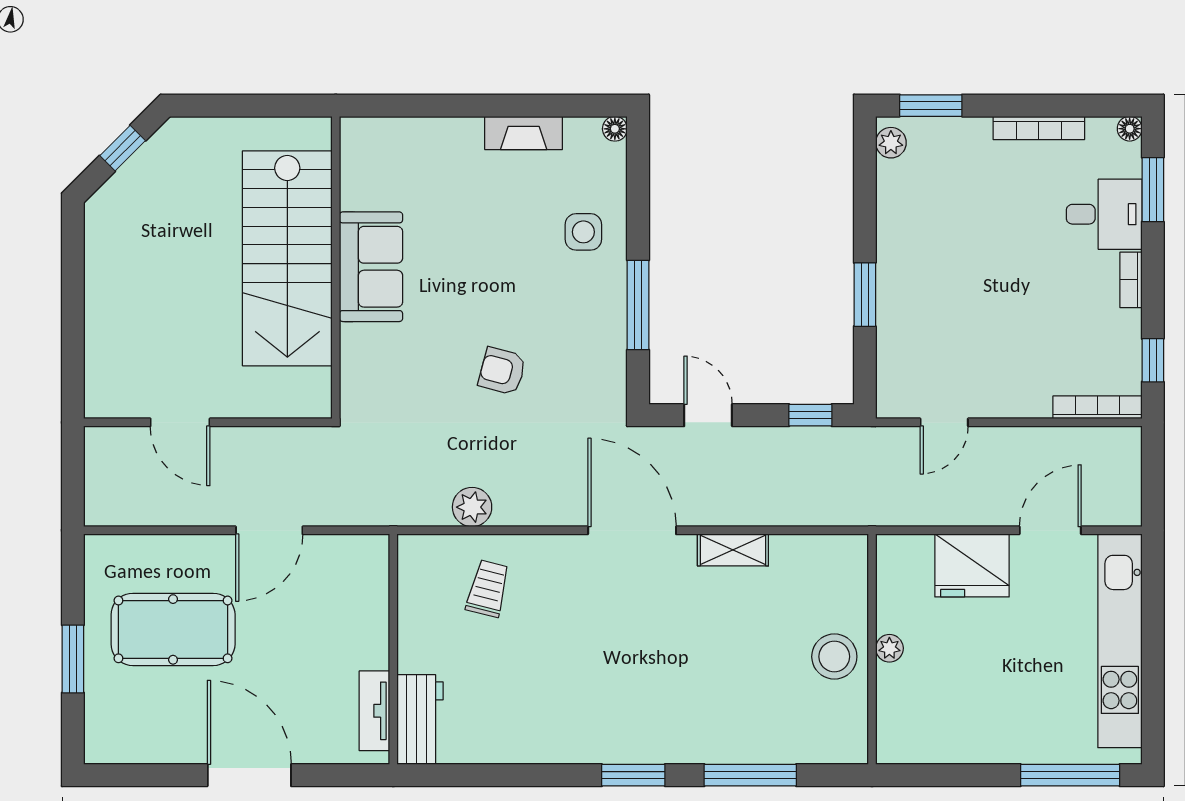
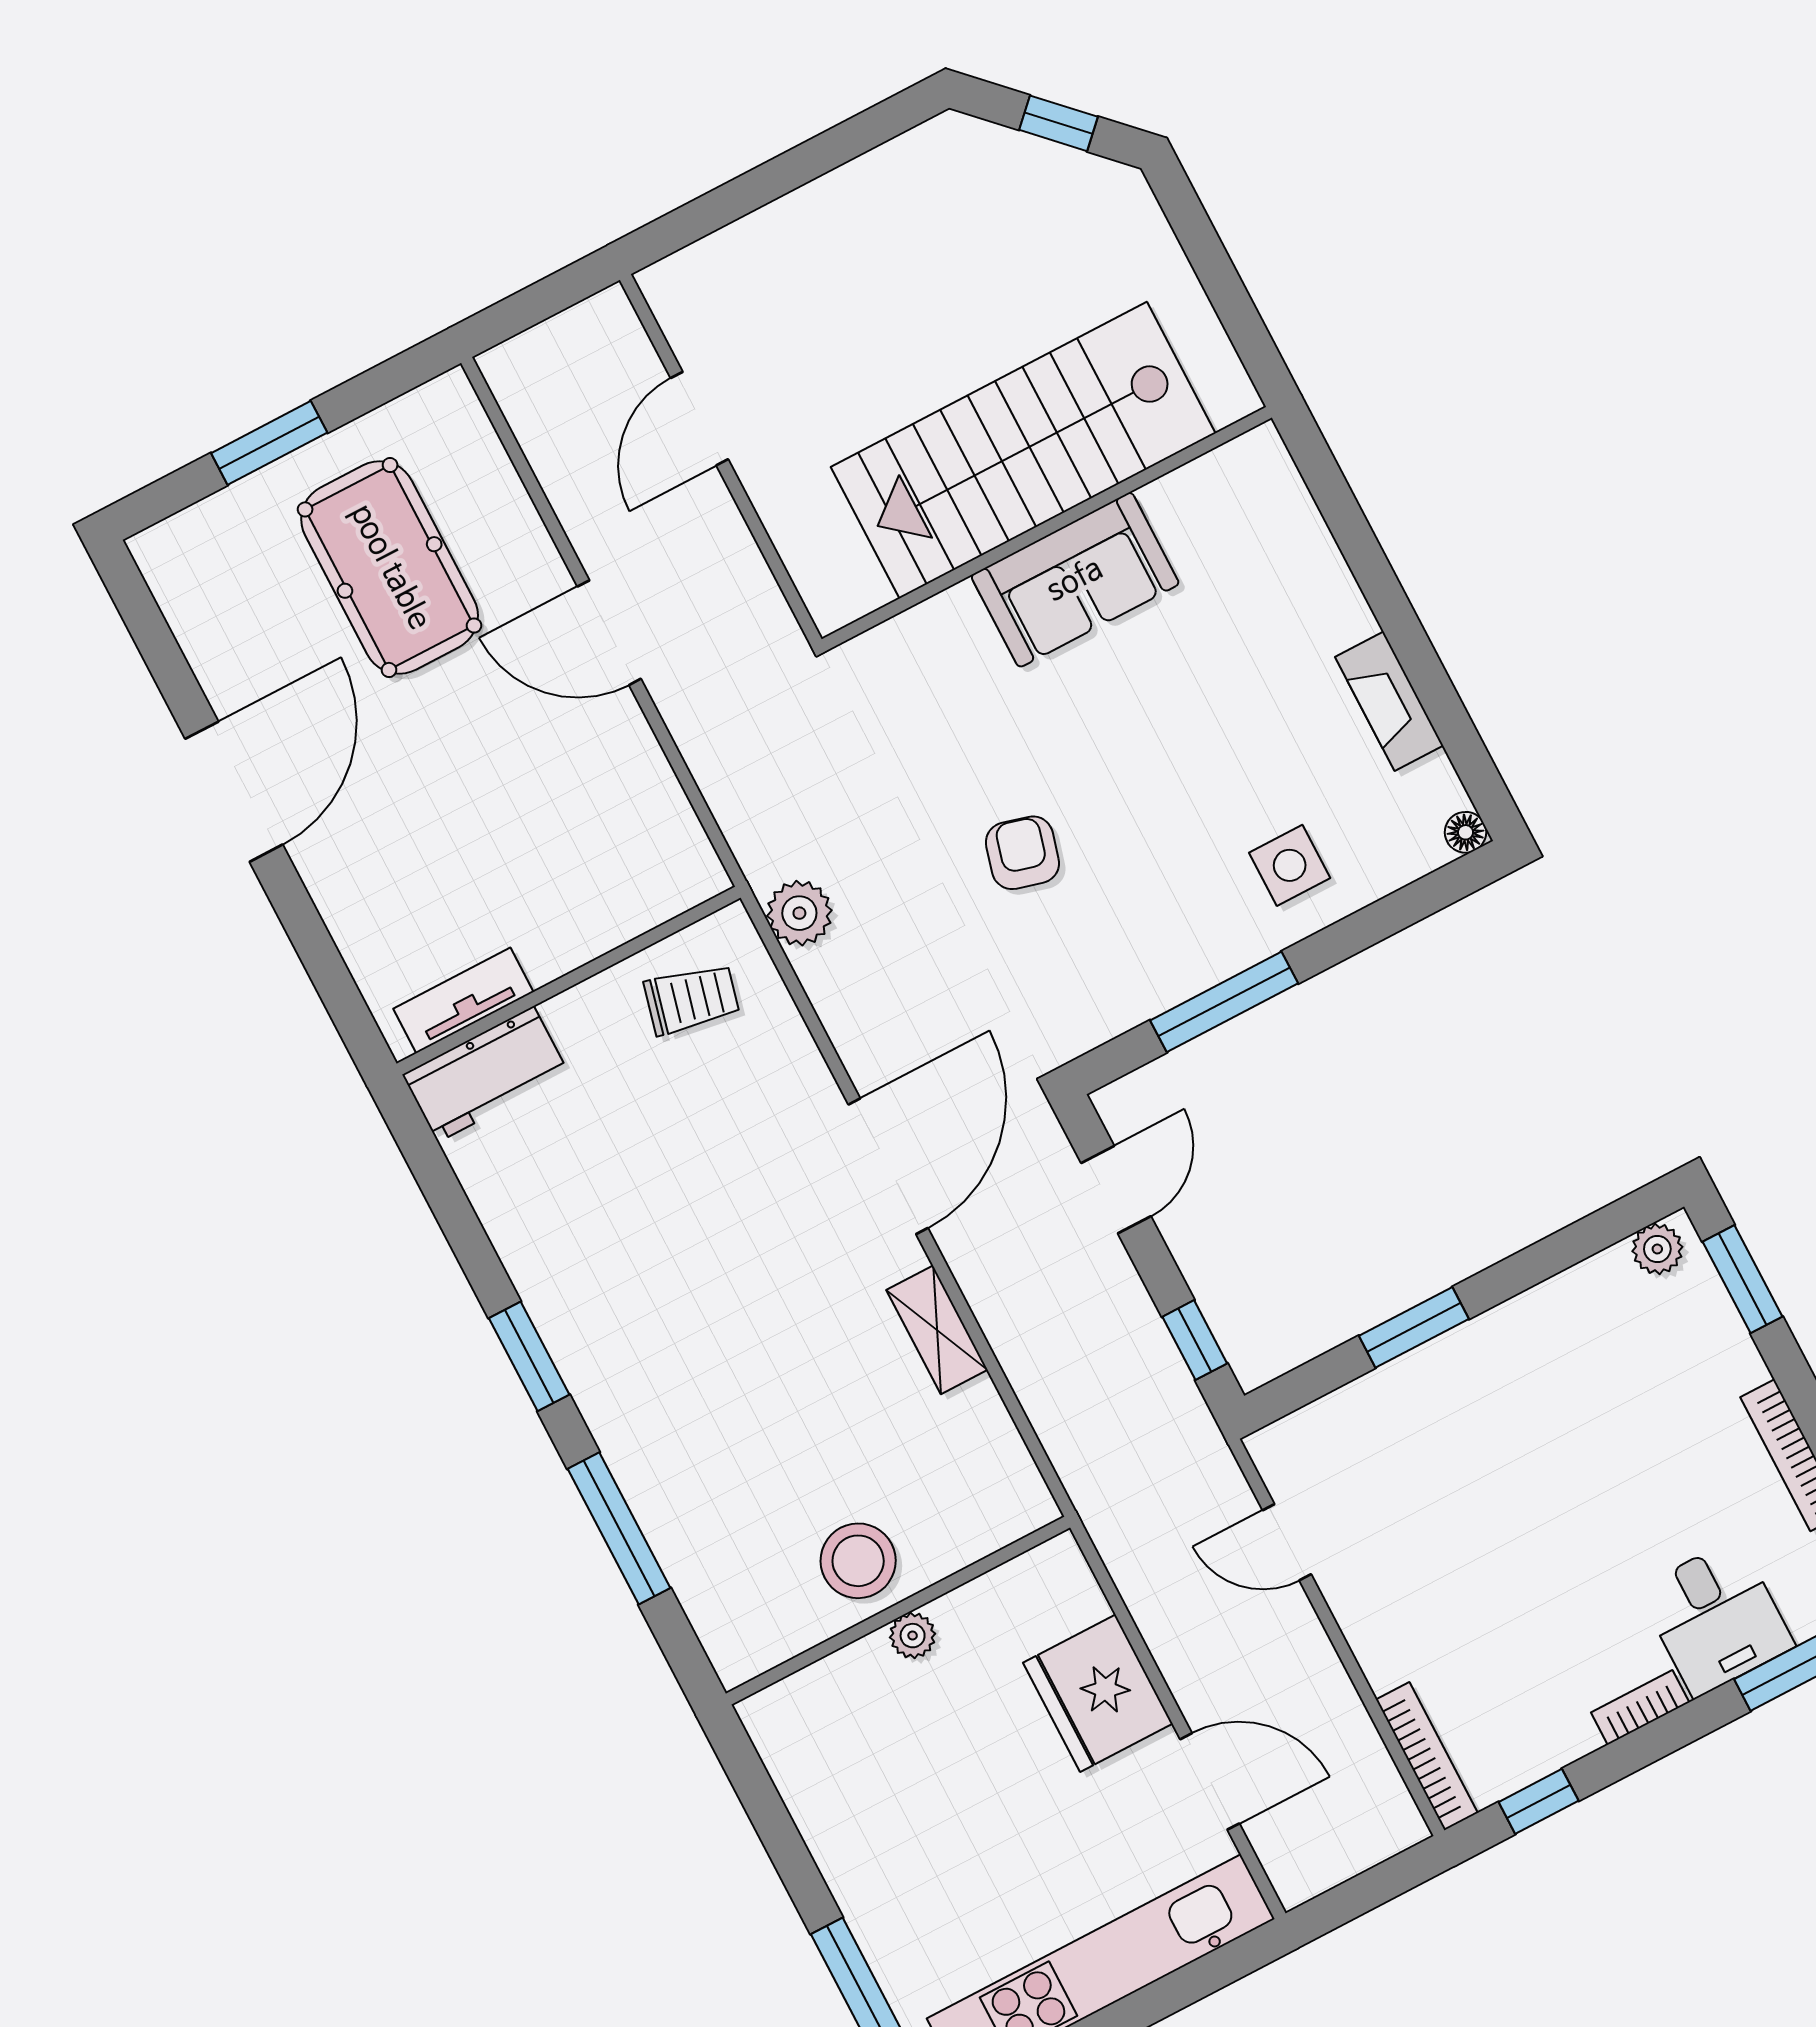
wall: (393, 649) -> (569, 981), moved
tv unit: (374, 711) -> (463, 1000), moved
workbench: (420, 720) -> (486, 1074), moved

